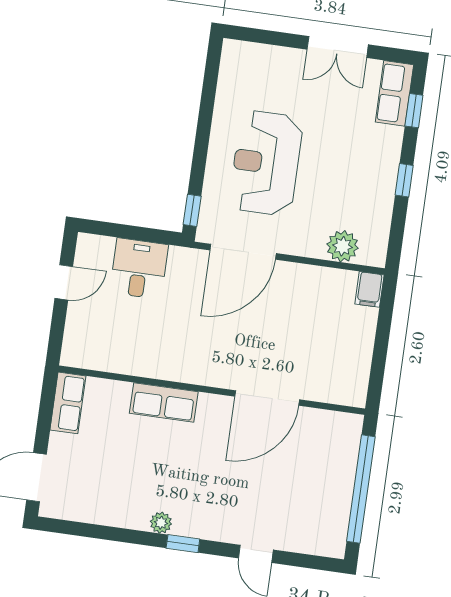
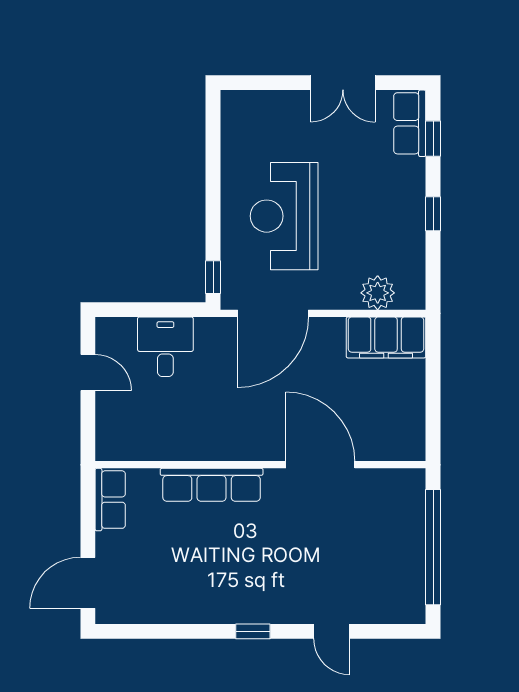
door: (64, 282) -> (88, 373), hinge flipped
filing cabinet: (369, 289) -> (386, 337), width x3.00, depth x1.17
door: (267, 398) -> (320, 465), swing flipped
row of seats: (164, 402) -> (212, 485), width x1.48
plant: (161, 523) -> (226, 613), removed

